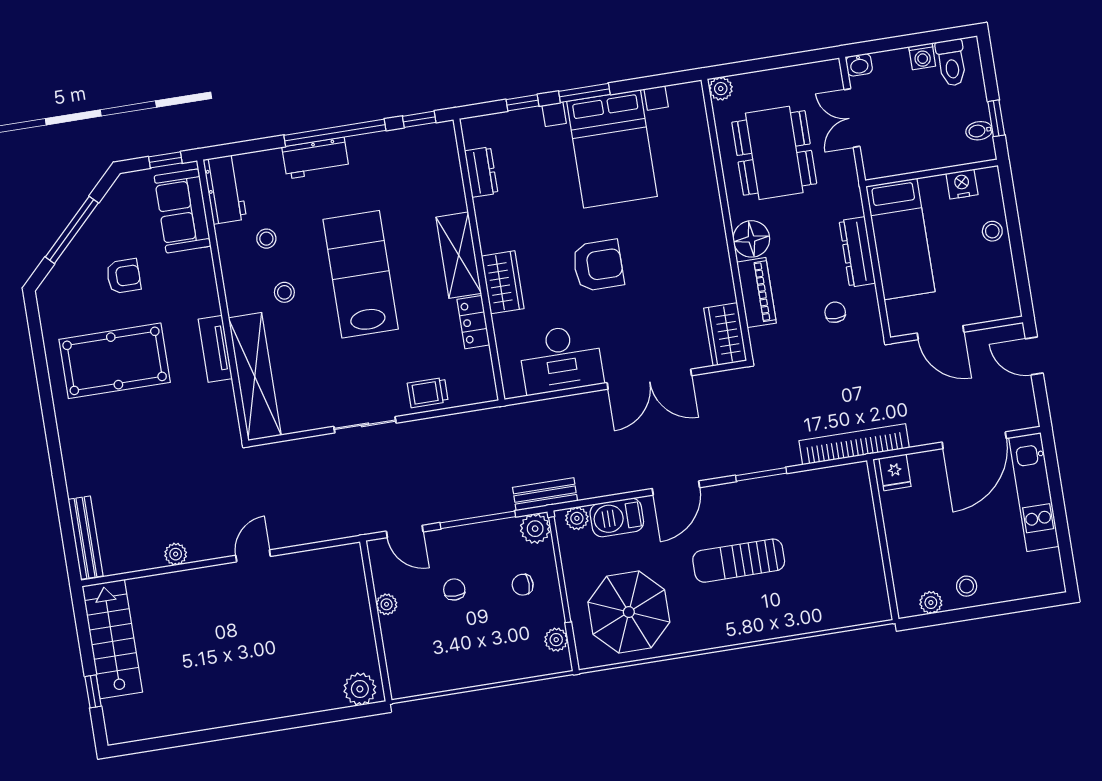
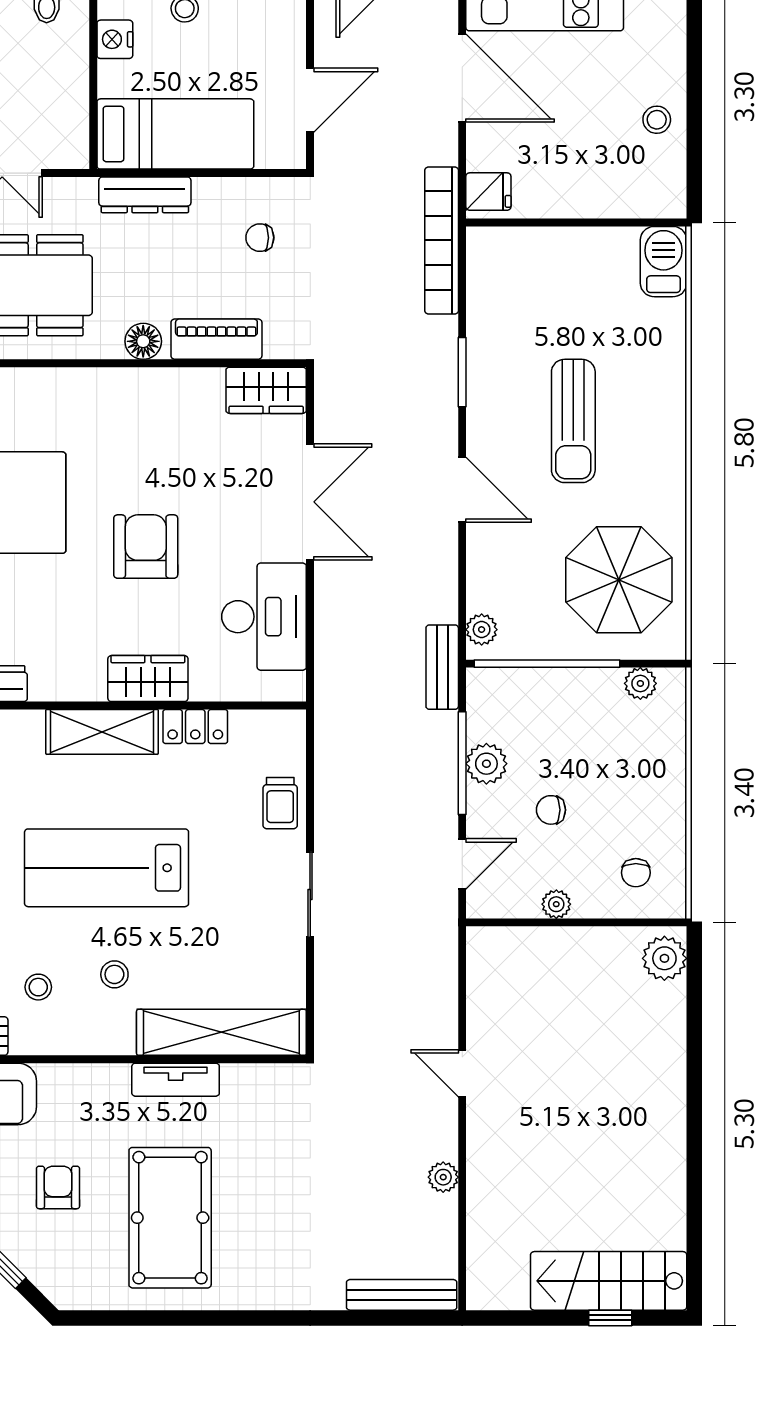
floor lamp: (751, 239) -> (143, 341), width x0.73, depth x0.73
dresser: (857, 252) -> (145, 195), moved
barbecue: (617, 517) -> (664, 262), moved, turned 180
plant: (535, 529) -> (486, 764), moved
chair: (523, 585) -> (636, 873), moved
plant: (931, 603) -> (671, 171), removed
stairs: (112, 639) -> (609, 1281), moved

